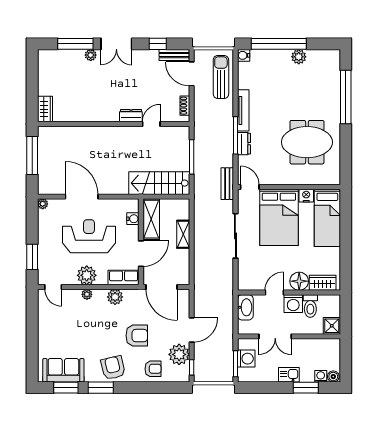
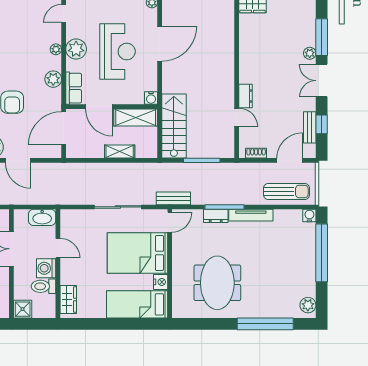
bench: (174, 55) -> (310, 127), moved
plant: (299, 57) -> (308, 305), moved
water cooler: (133, 219) -> (151, 98), moved
floor lamp: (299, 281) -> (70, 275), removed

